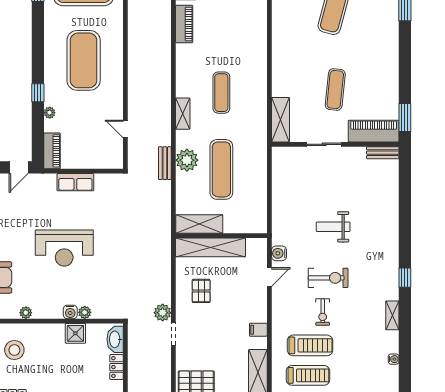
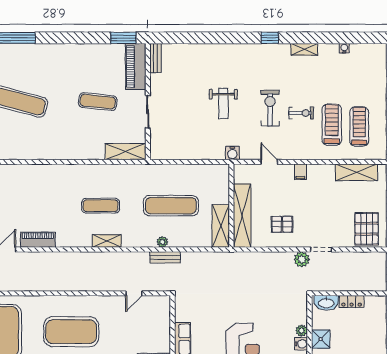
shelving: (183, 114) -> (107, 241), moved
plant: (187, 160) -> (162, 242), width x0.53, depth x0.53
water cooler: (279, 253) -> (232, 153), moved
filing cabinet: (258, 330) -> (300, 172), moved

